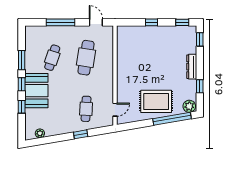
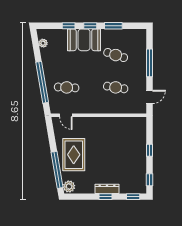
cafe table: (86, 58) -> (116, 87), width x0.73, depth x0.74
window: (200, 86) -> (106, 197), moved
window: (81, 134) -> (42, 82), width x3.17

